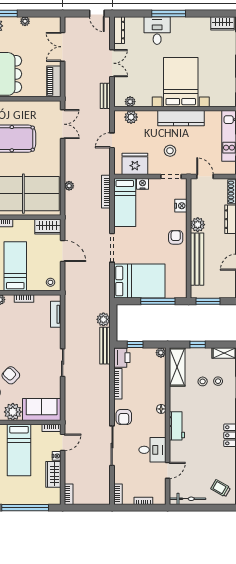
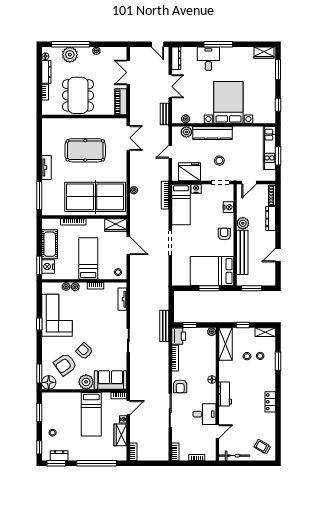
kitchen counter: (181, 118) -> (212, 133), moved
door: (205, 177) -> (249, 182), swing flipped
bed: (139, 281) -> (212, 271), moved, turned 180
window: (158, 301) -> (209, 288), width x0.69
plant: (103, 319) -> (163, 304), removed

